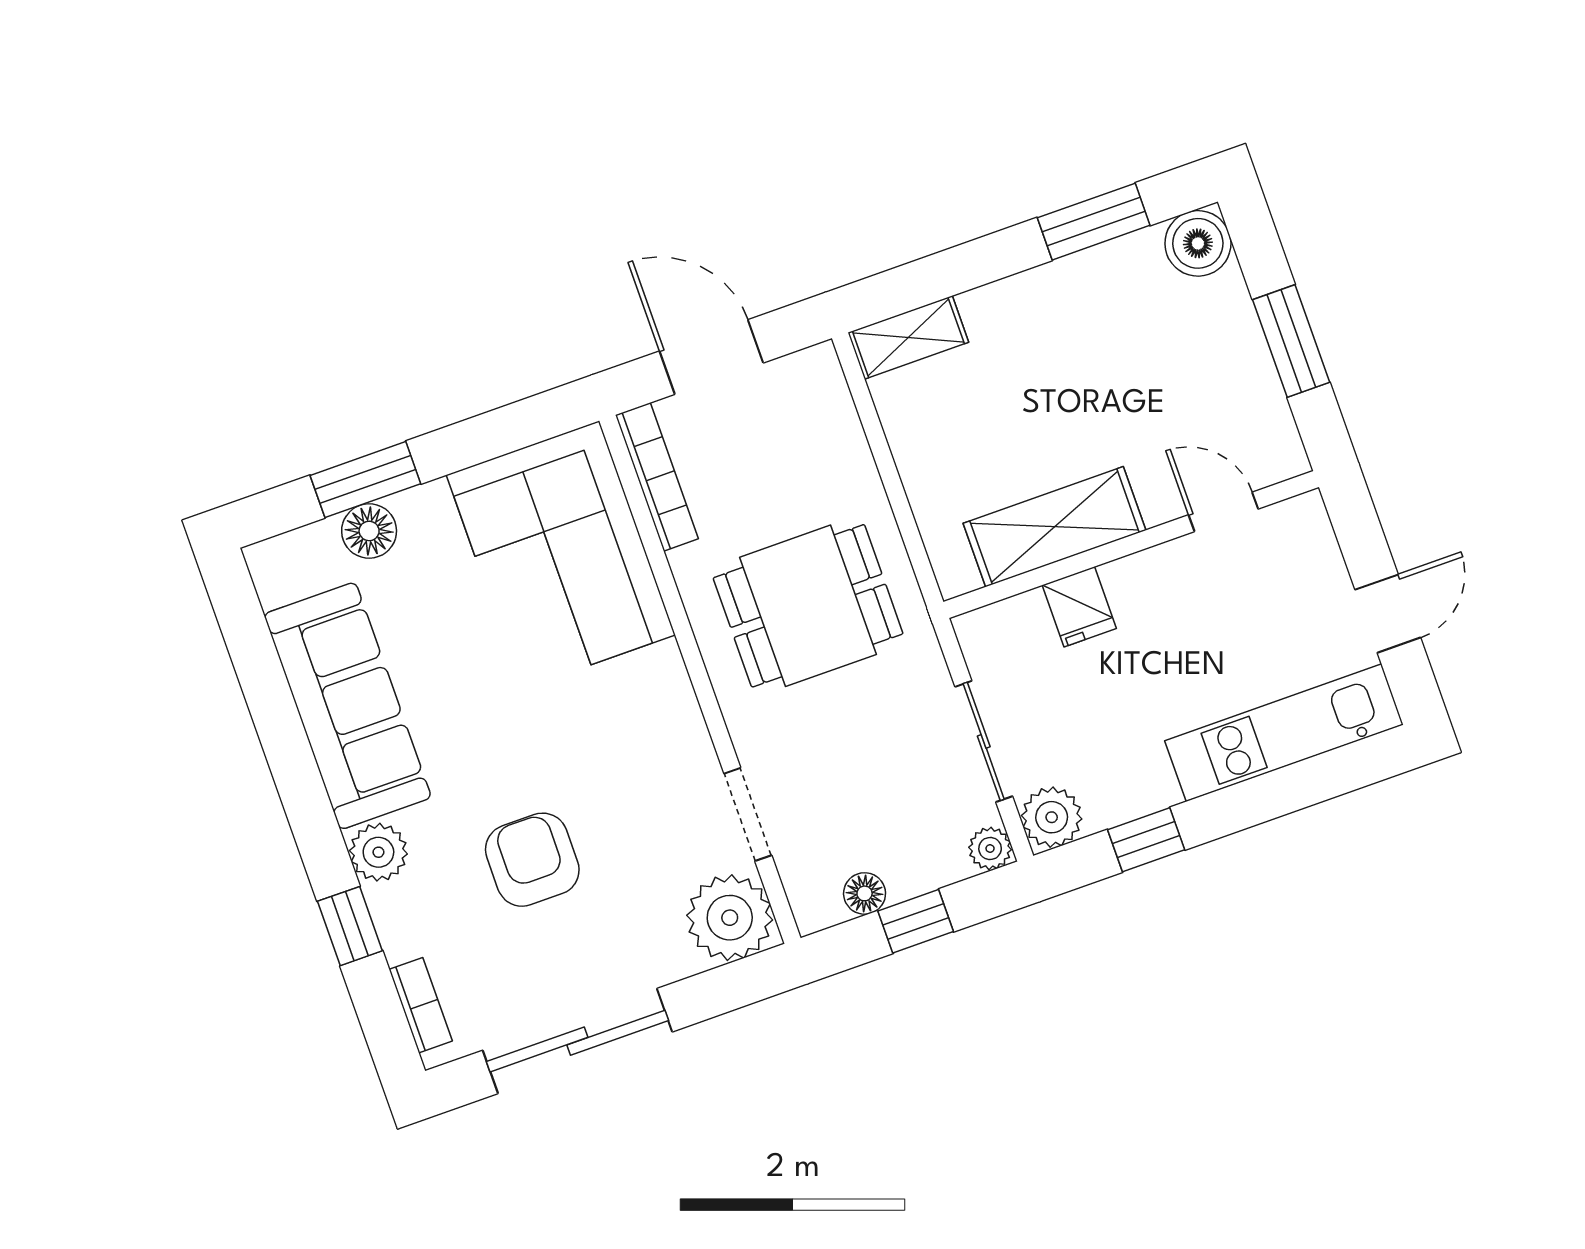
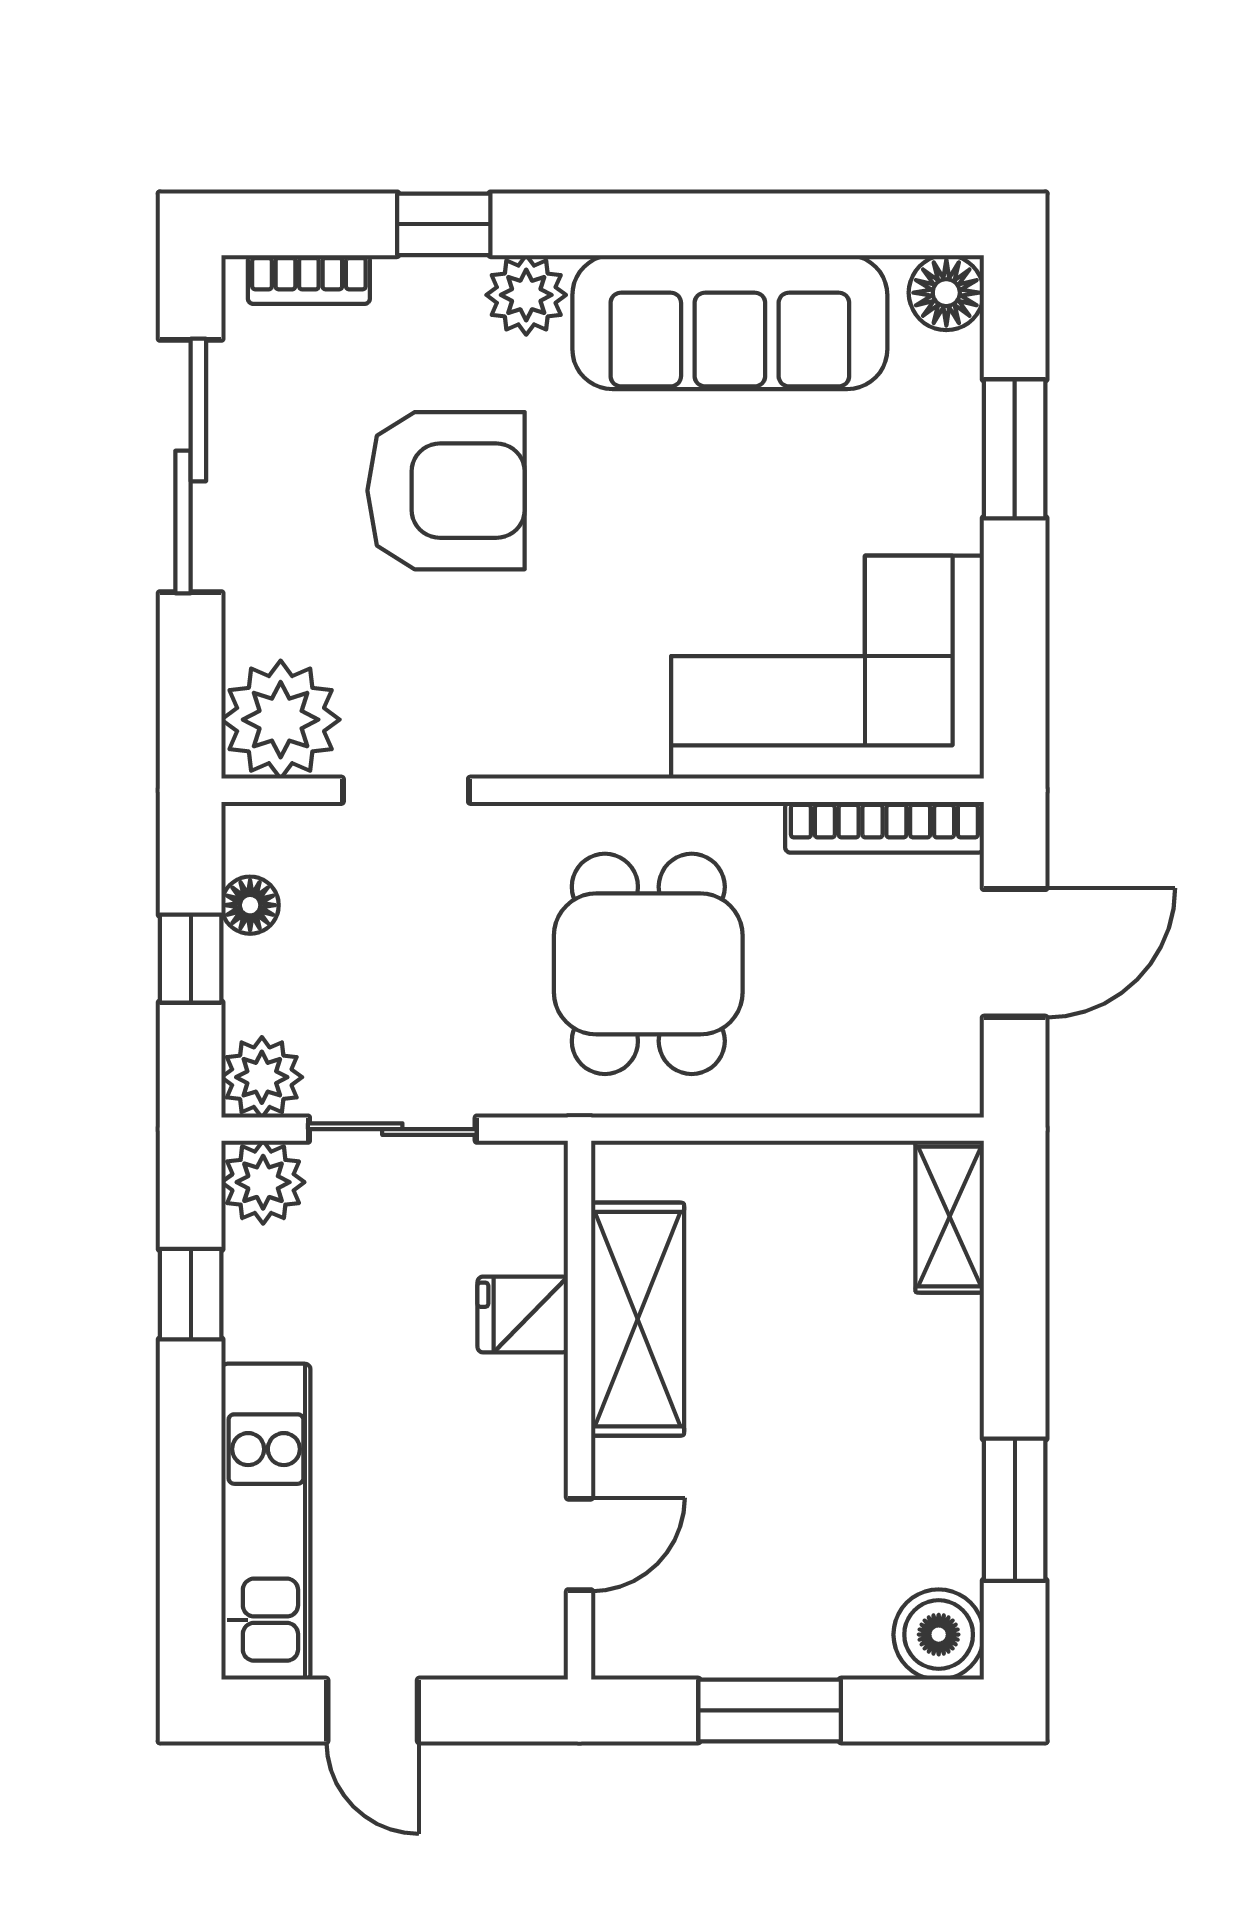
floor lamp: (369, 531) -> (946, 293), moved
plant: (990, 848) -> (262, 1077), width x1.38, depth x1.38
armchair: (532, 860) -> (446, 491), width x1.36, depth x1.36

